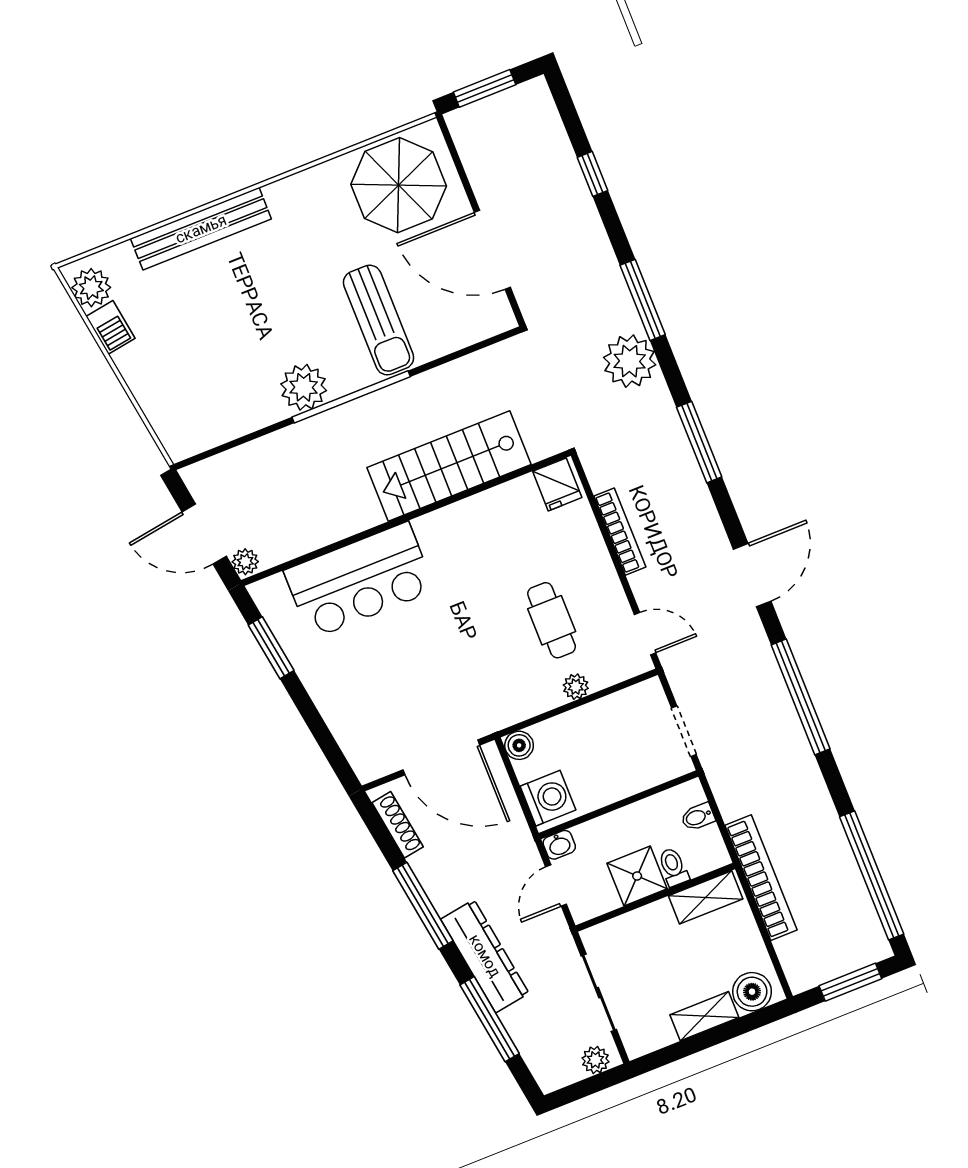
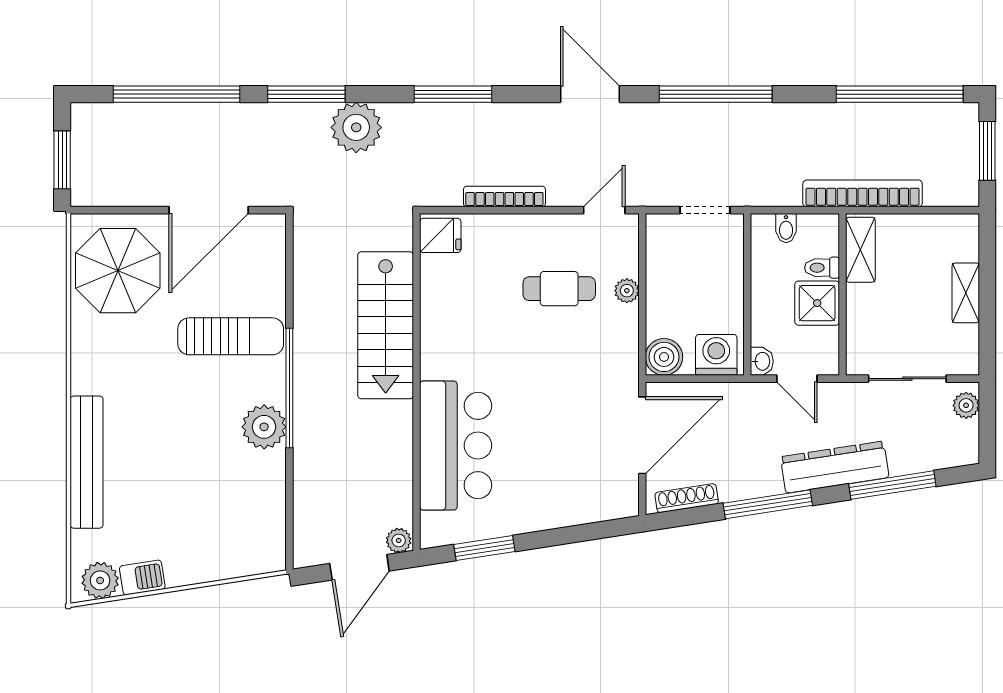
window: (593, 174) -> (176, 94), width x3.17
boiler: (519, 745) -> (664, 357), width x1.36, depth x1.36
boiler: (752, 992) -> (961, 242), removed

